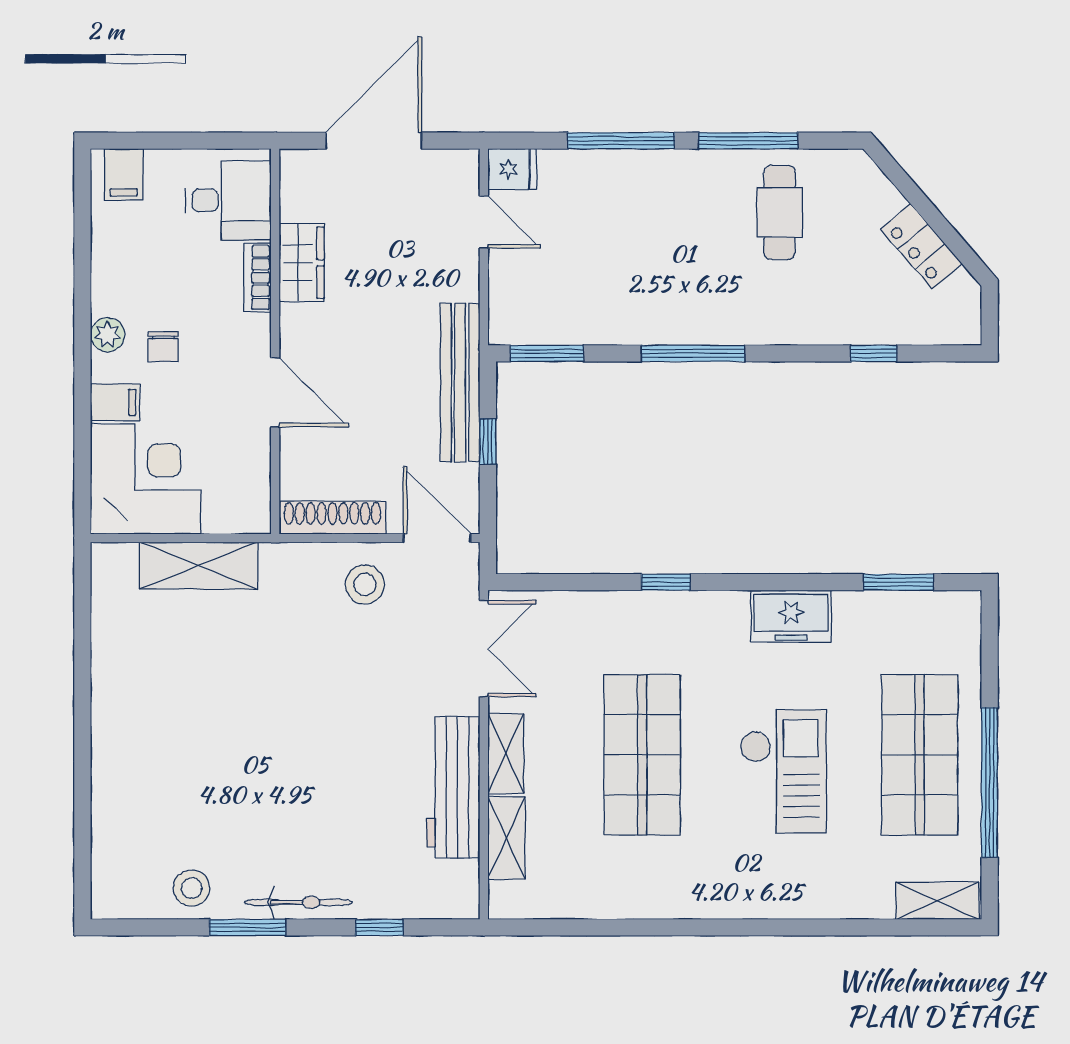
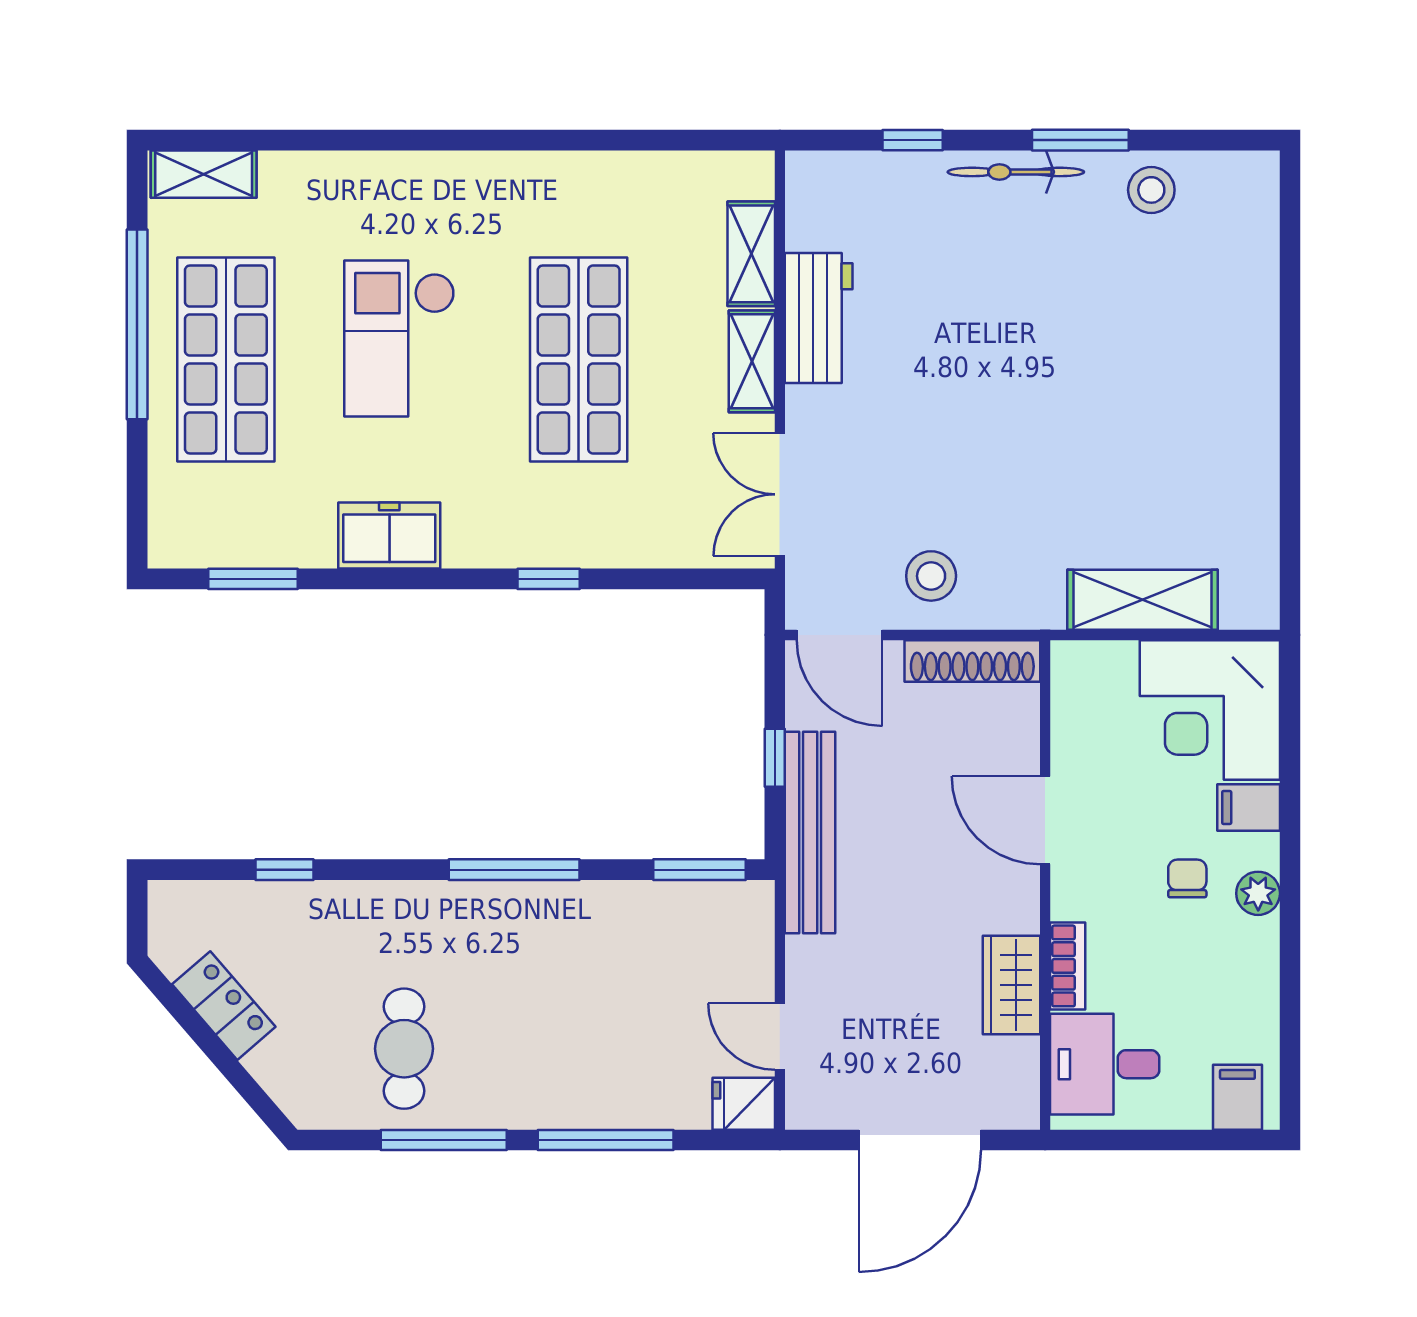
workbench: (453, 787) -> (819, 318), width x0.73

